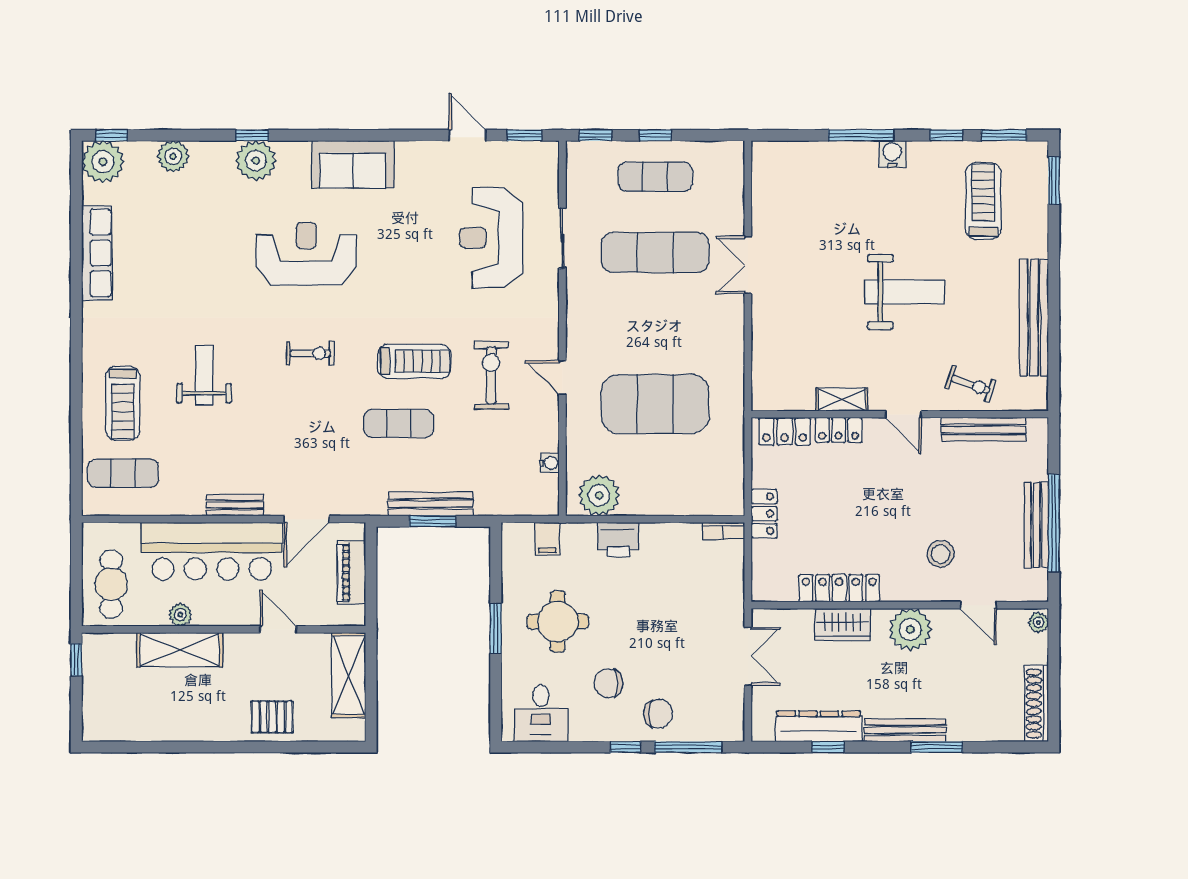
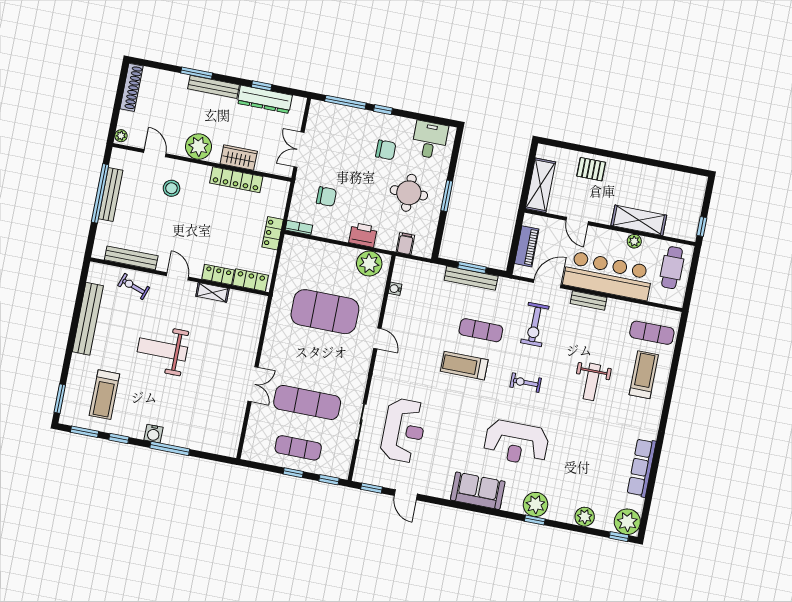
exercise bike: (491, 376) -> (535, 325), moved
chair: (658, 714) -> (326, 197), moved, turned 180

